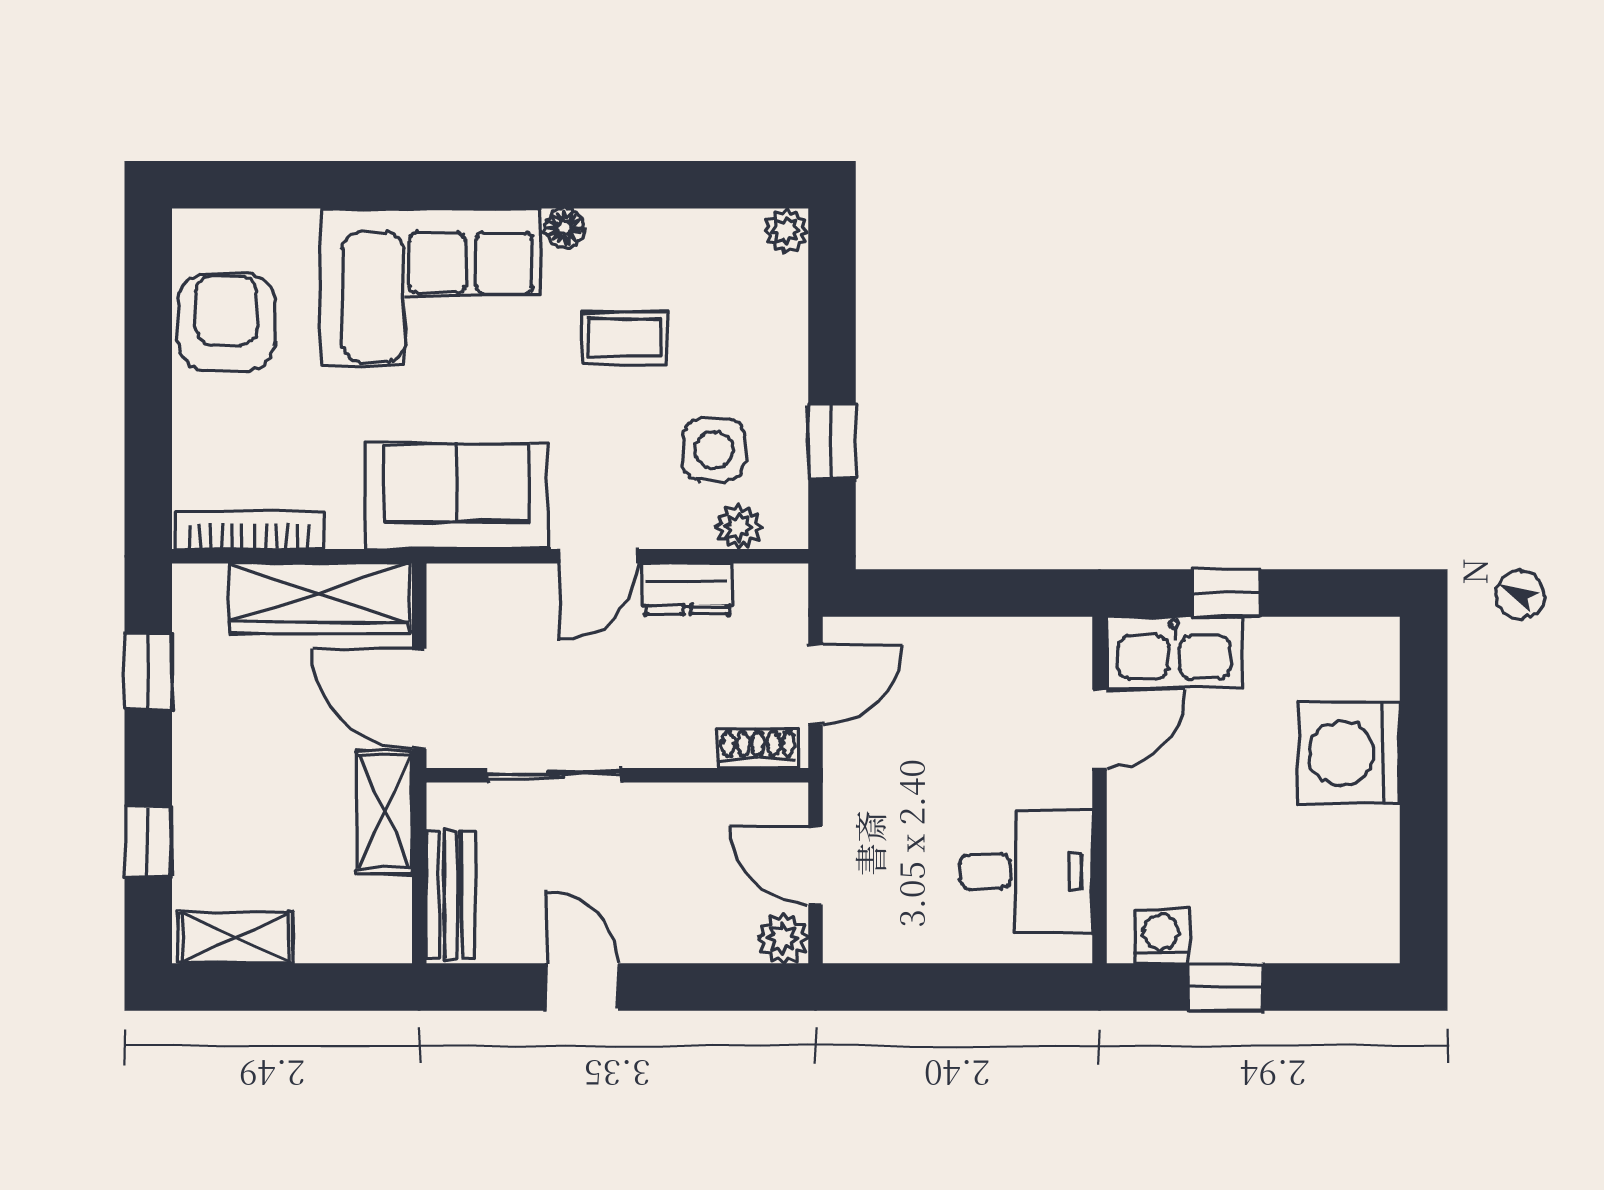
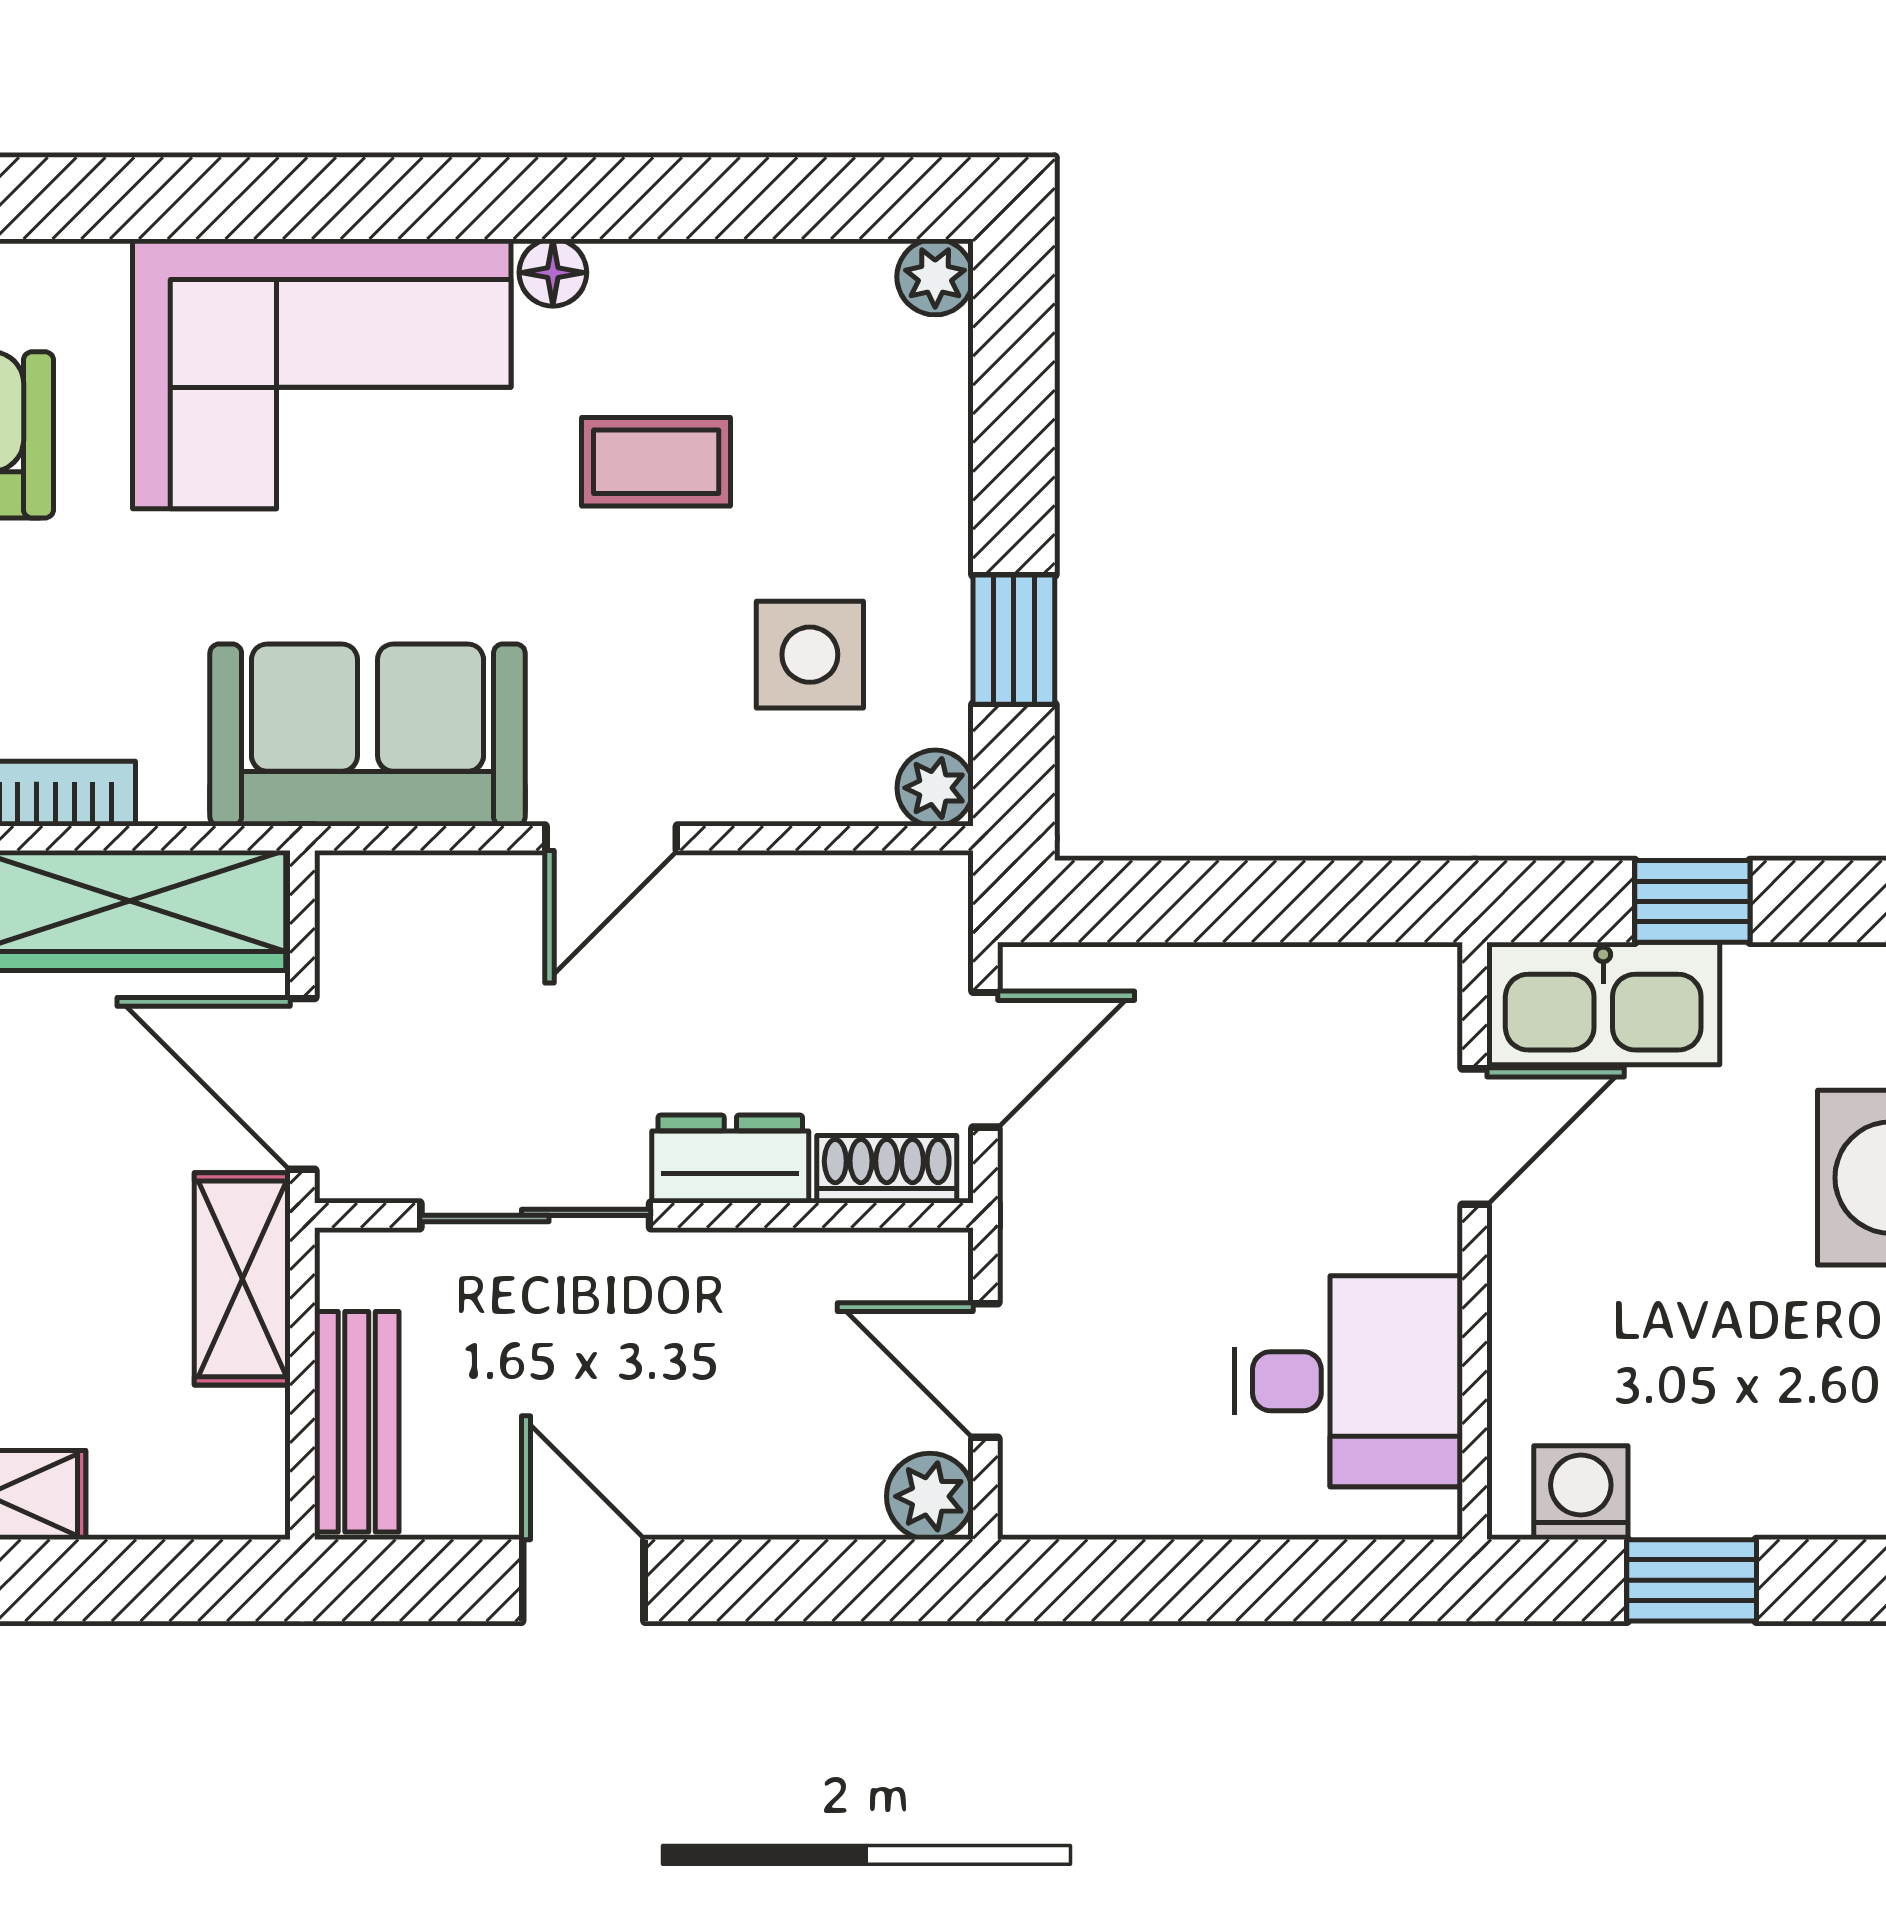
plant: (738, 527) -> (935, 788), moved
dresser: (687, 589) -> (730, 1159), moved, turned 180

